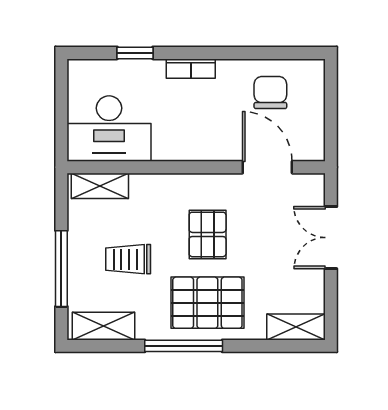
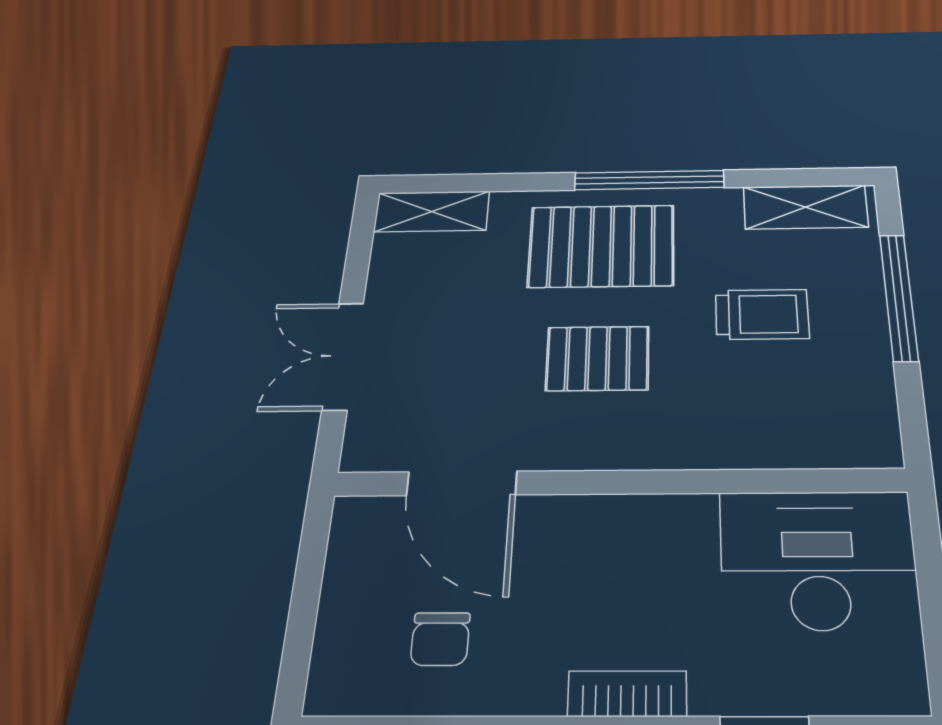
chair: (270, 93) -> (440, 639), width x0.73, depth x0.73
shelving: (100, 186) -> (831, 445), removed
pallet: (208, 234) -> (598, 358), turned 90
double door: (331, 238) -> (343, 356), swing flipped

